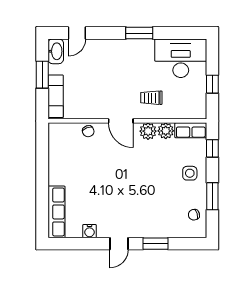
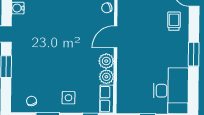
trolley: (151, 98) -> (174, 21), moved

